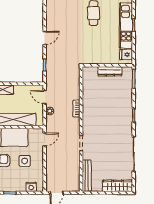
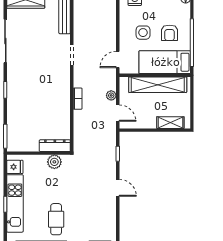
door: (45, 38) -> (118, 188), swing flipped
plant: (95, 58) -> (54, 162), added
dresser: (110, 71) -> (55, 146), moved

